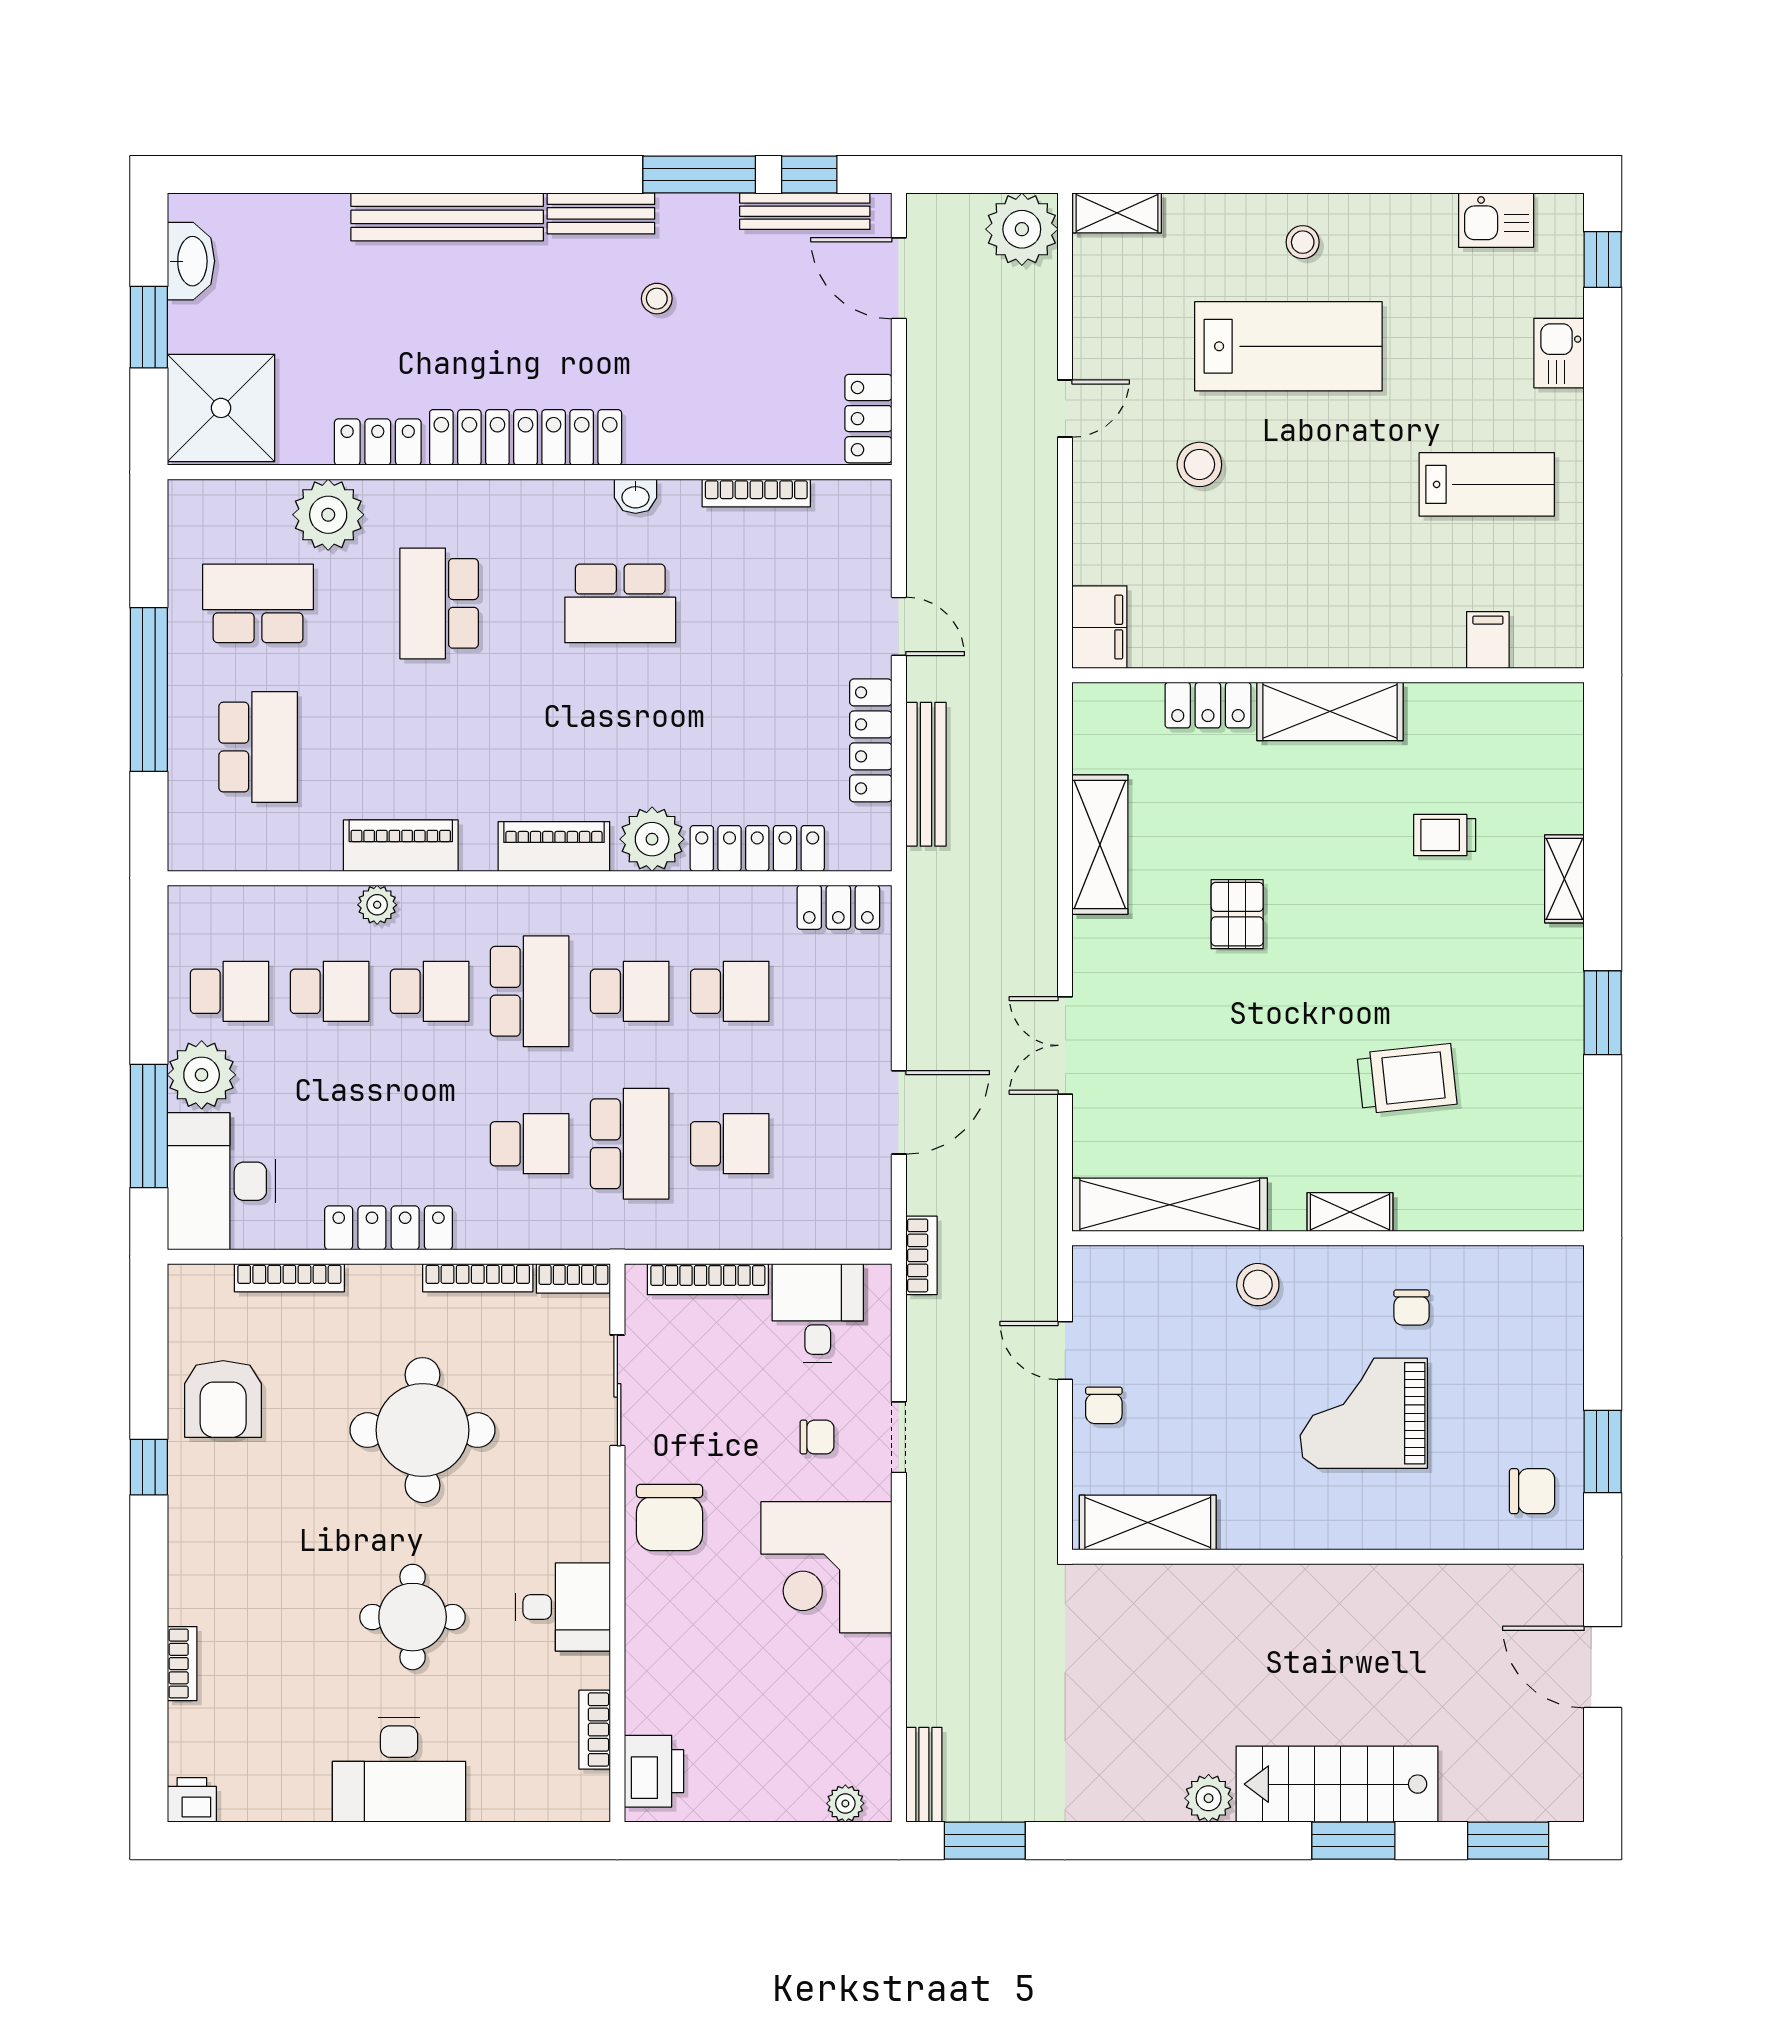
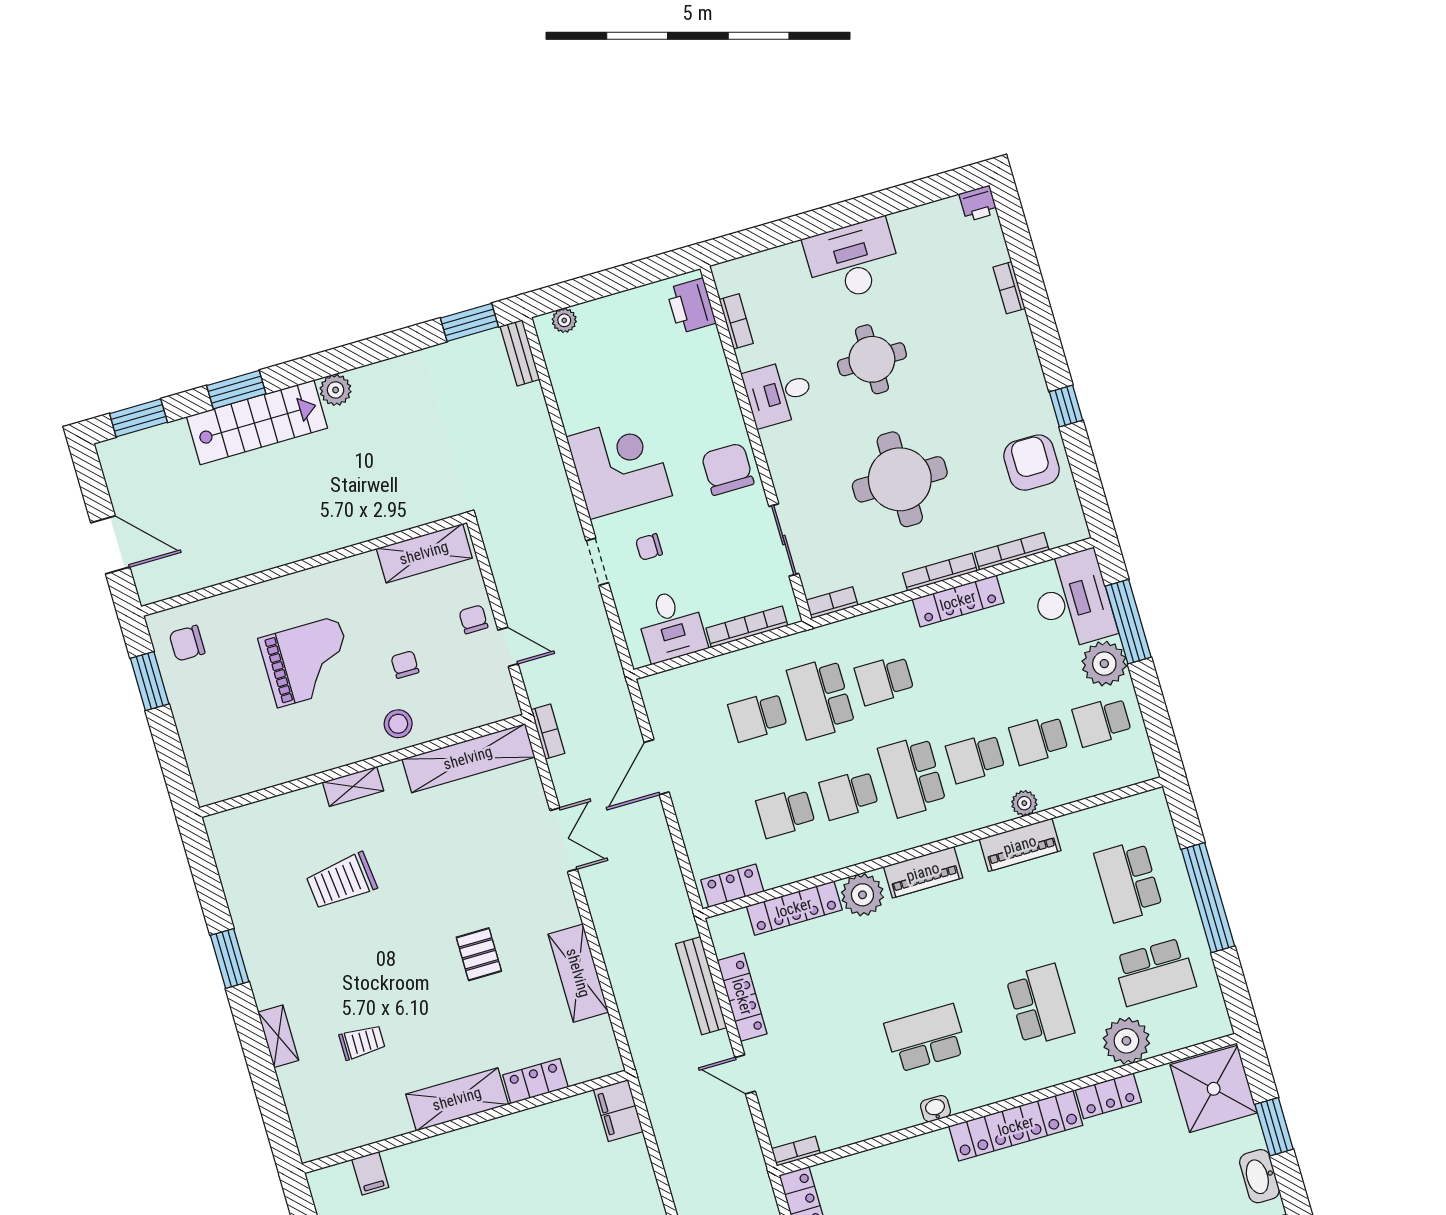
bookcase: (756, 493) -> (796, 1151), moved, width x0.64
bookcase: (921, 1255) -> (548, 731), moved, turned 180
bookcase: (478, 1278) -> (940, 572), moved
chair: (1411, 1308) -> (405, 664), moved

